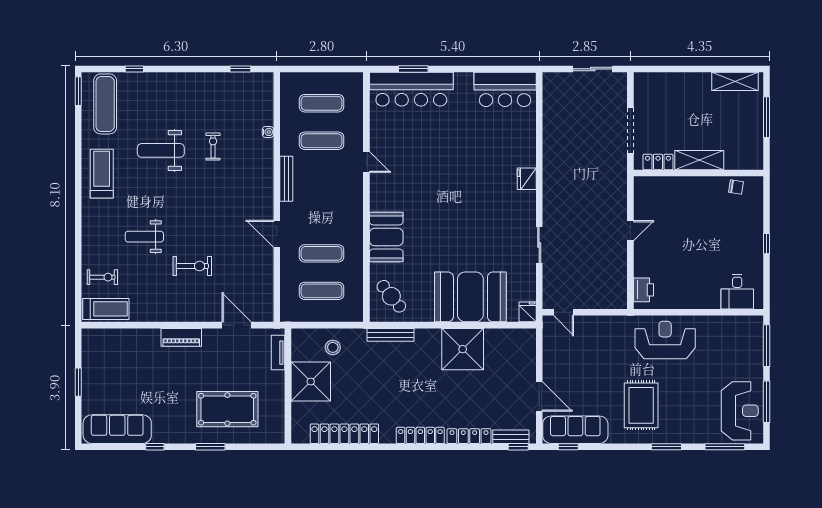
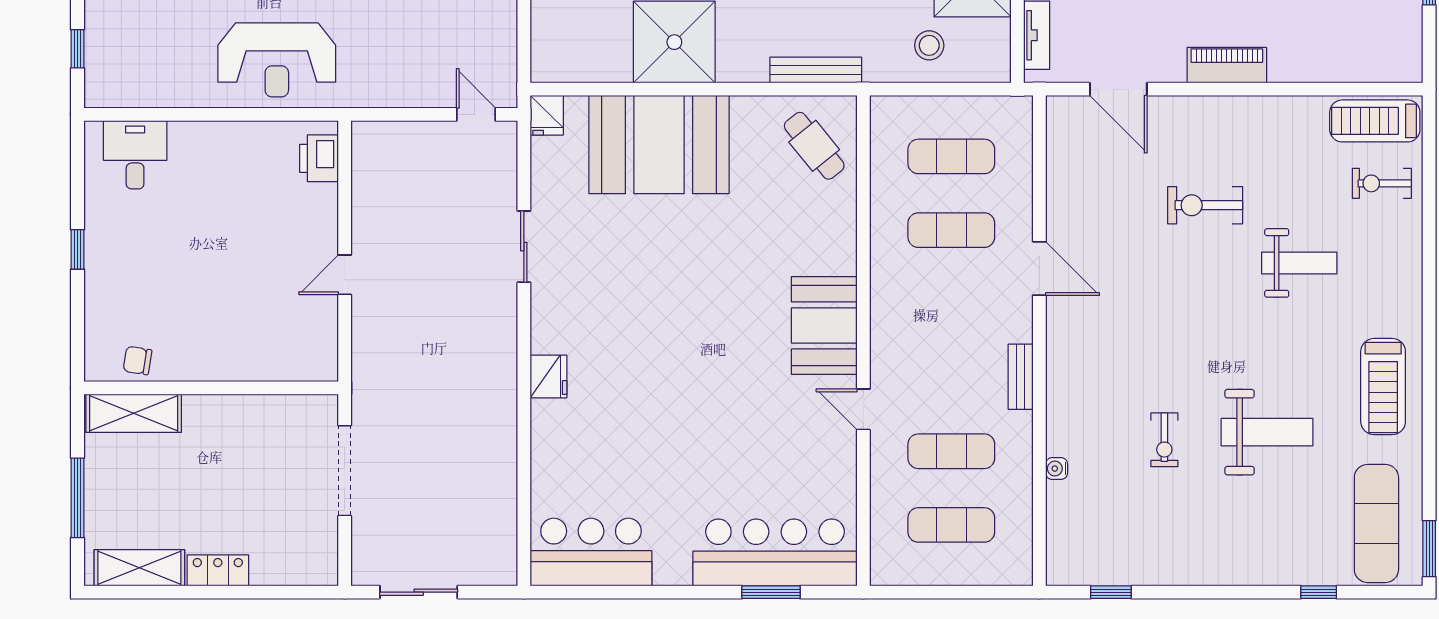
shelving: (699, 160) -> (134, 413), moved
locker: (658, 162) -> (218, 570), moved, turned 180
bench: (286, 179) -> (1021, 377), width x0.73
booth: (386, 237) -> (824, 325), moved
window: (767, 346) -> (77, 49), width x0.46

